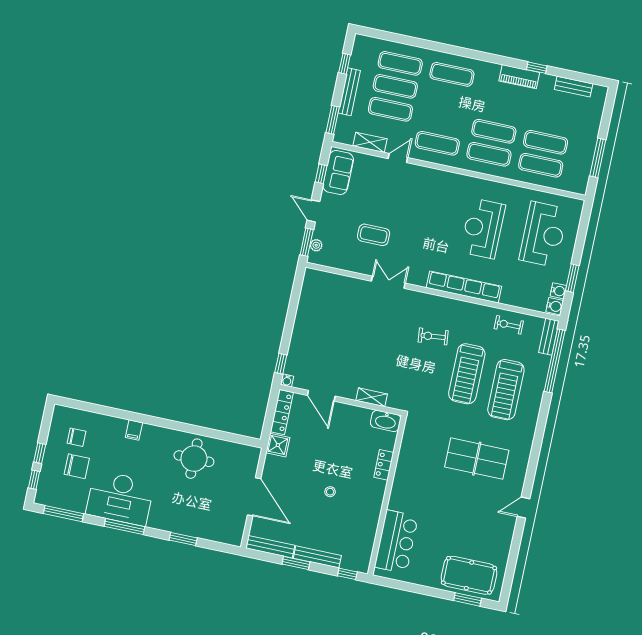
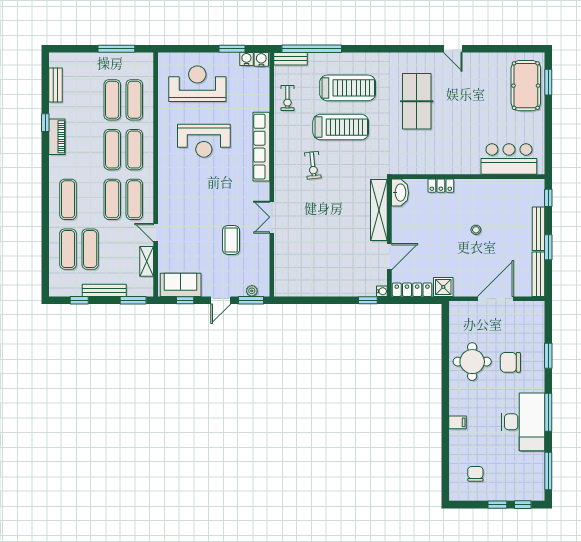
exercise mat: (390, 109) -> (112, 199), moved
shelving: (372, 397) -> (379, 210), width x2.20, depth x1.33
chair: (77, 466) -> (510, 362), moved, turned -90

